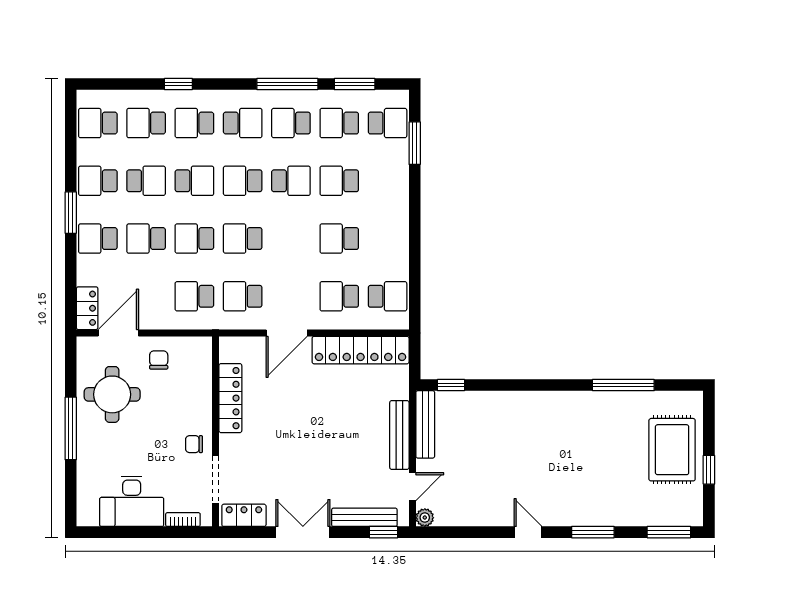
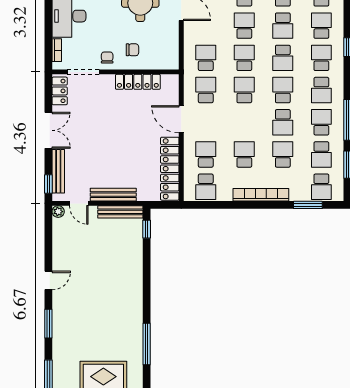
school desk: (339, 123) -> (321, 154), turned 180
bookcase: (400, 214) -> (261, 195), added
chair: (159, 360) -> (132, 50), moved

